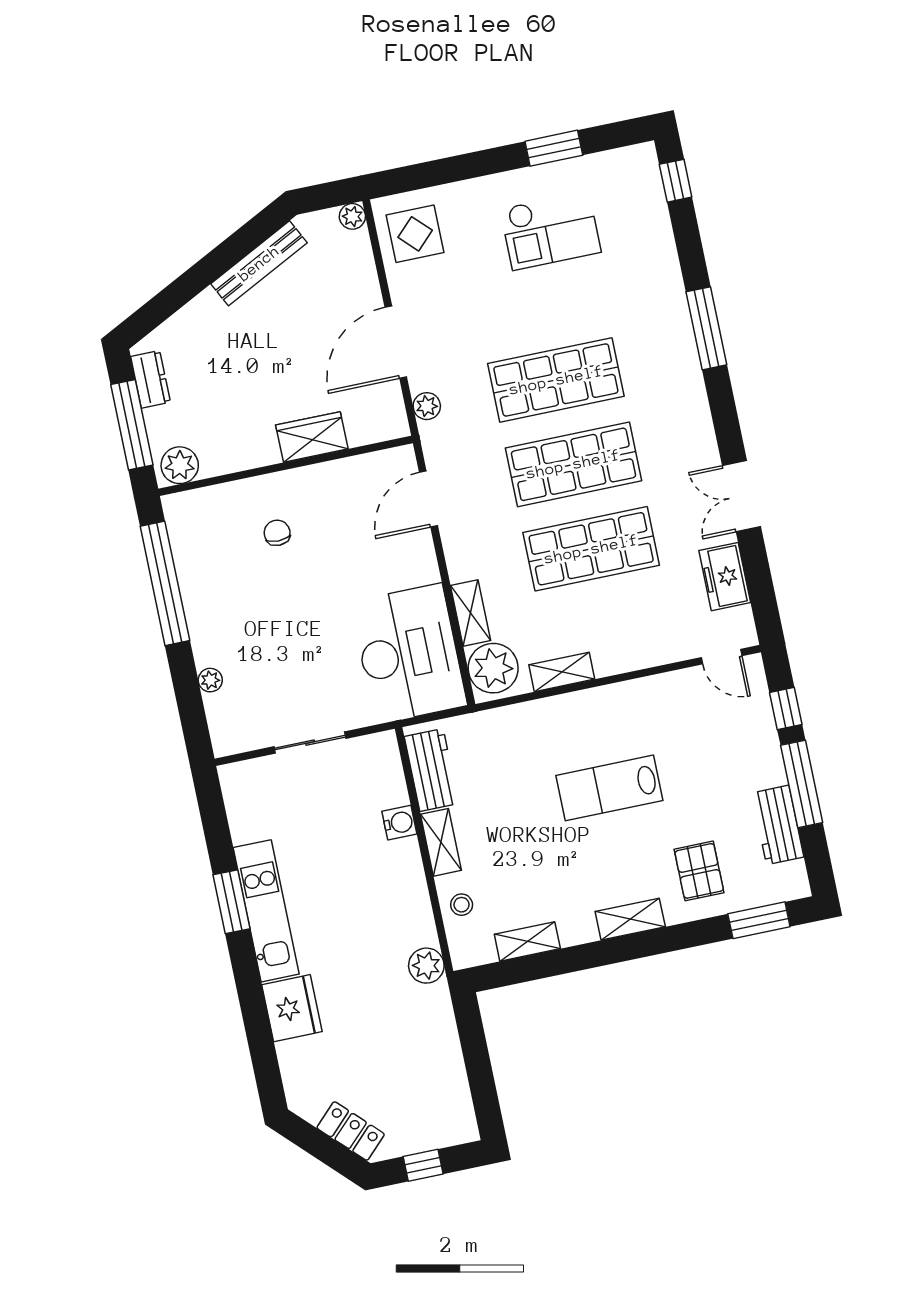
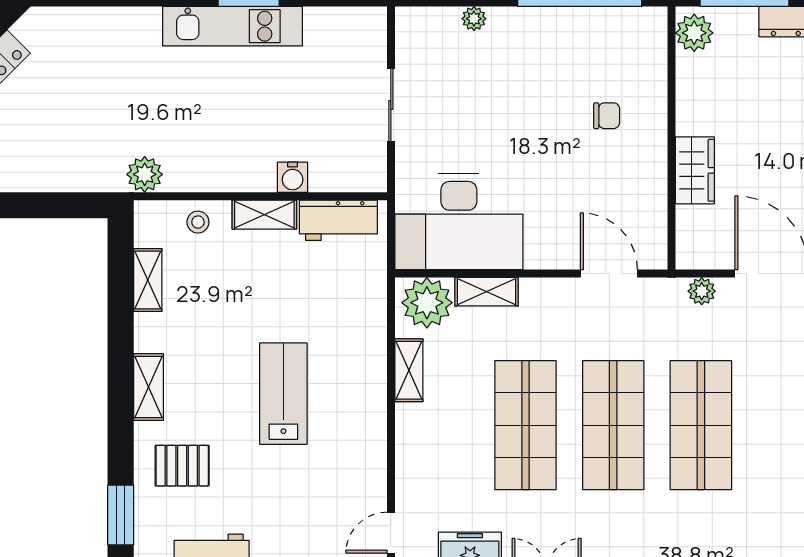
fridge: (292, 1008) -> (130, 32), removed

